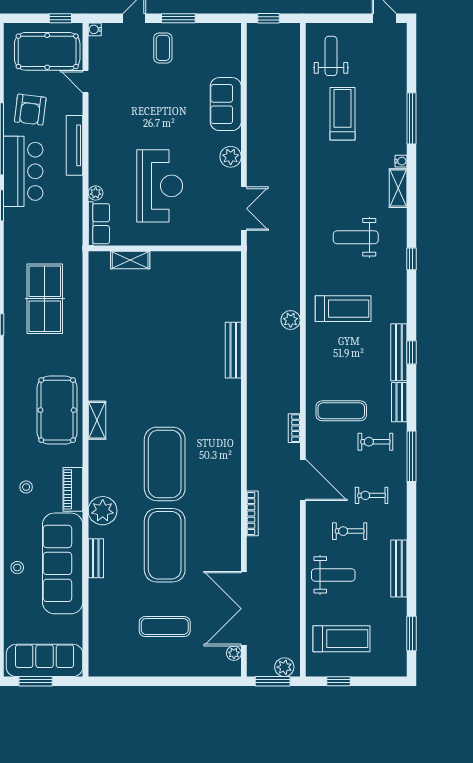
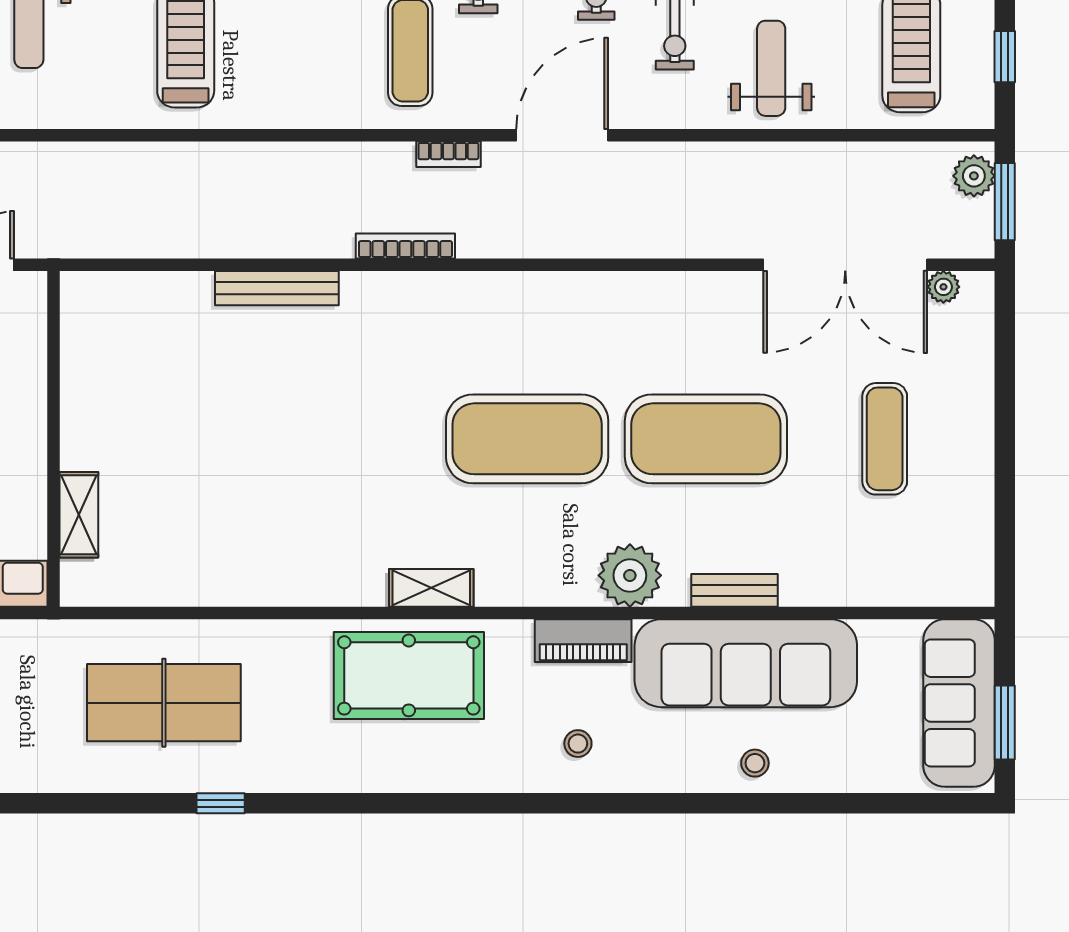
plant: (291, 320) -> (211, 162), removed
bookcase: (252, 513) -> (405, 246), moved

